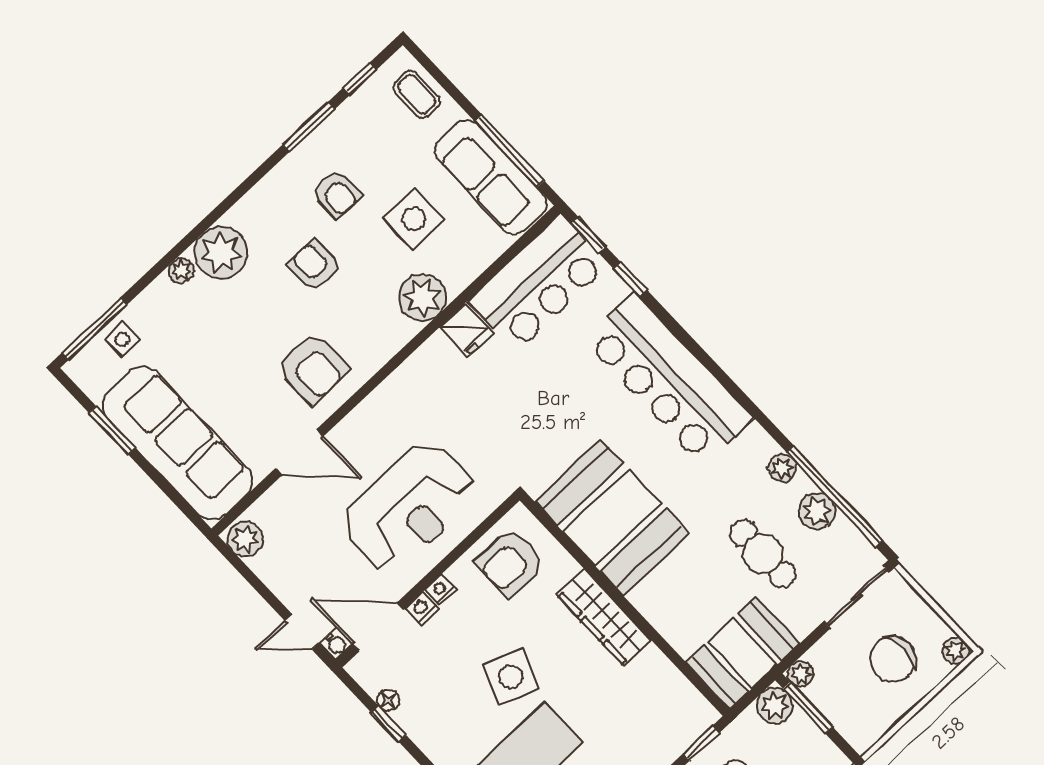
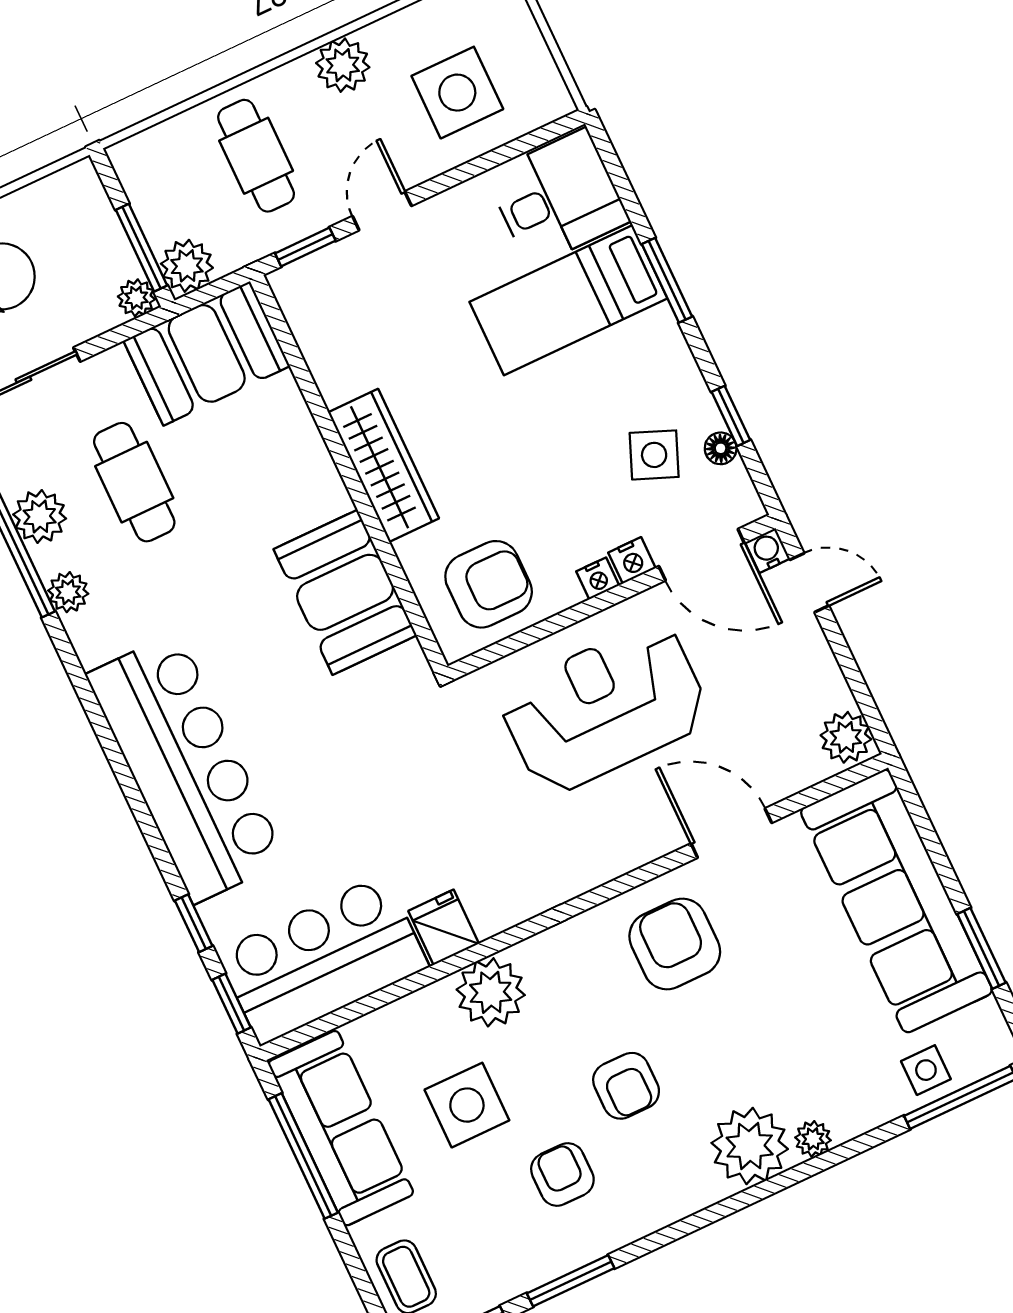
booth: (612, 518) -> (345, 592), width x0.73, depth x0.70
side table: (511, 677) -> (654, 455), moved, width x0.73, depth x0.73

